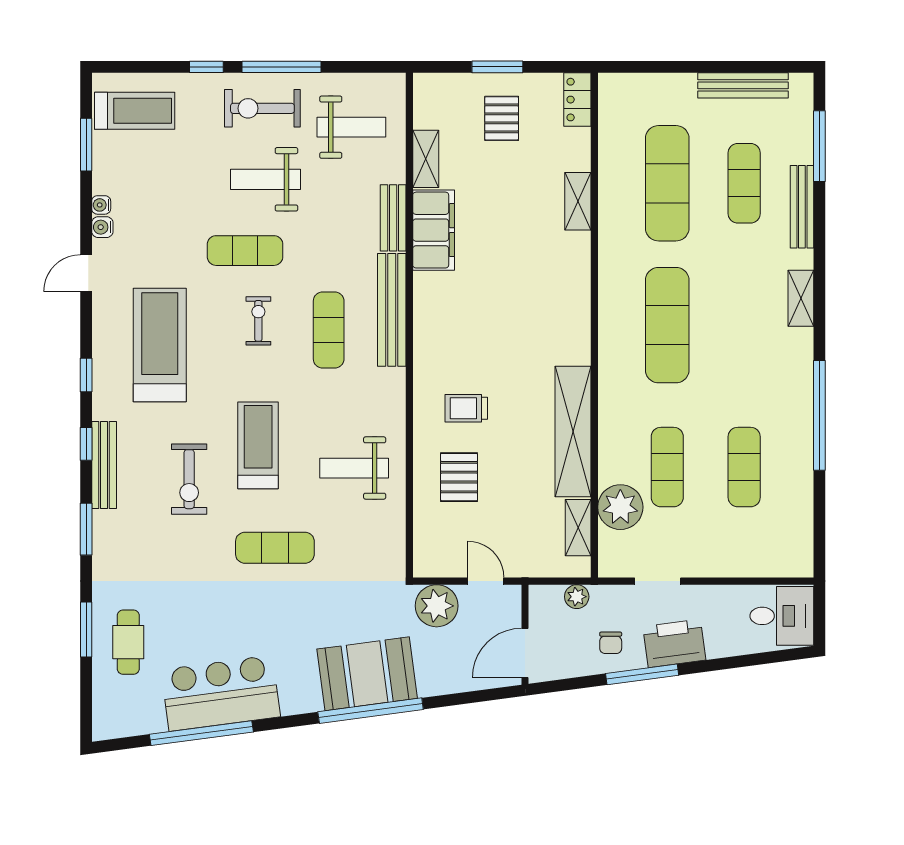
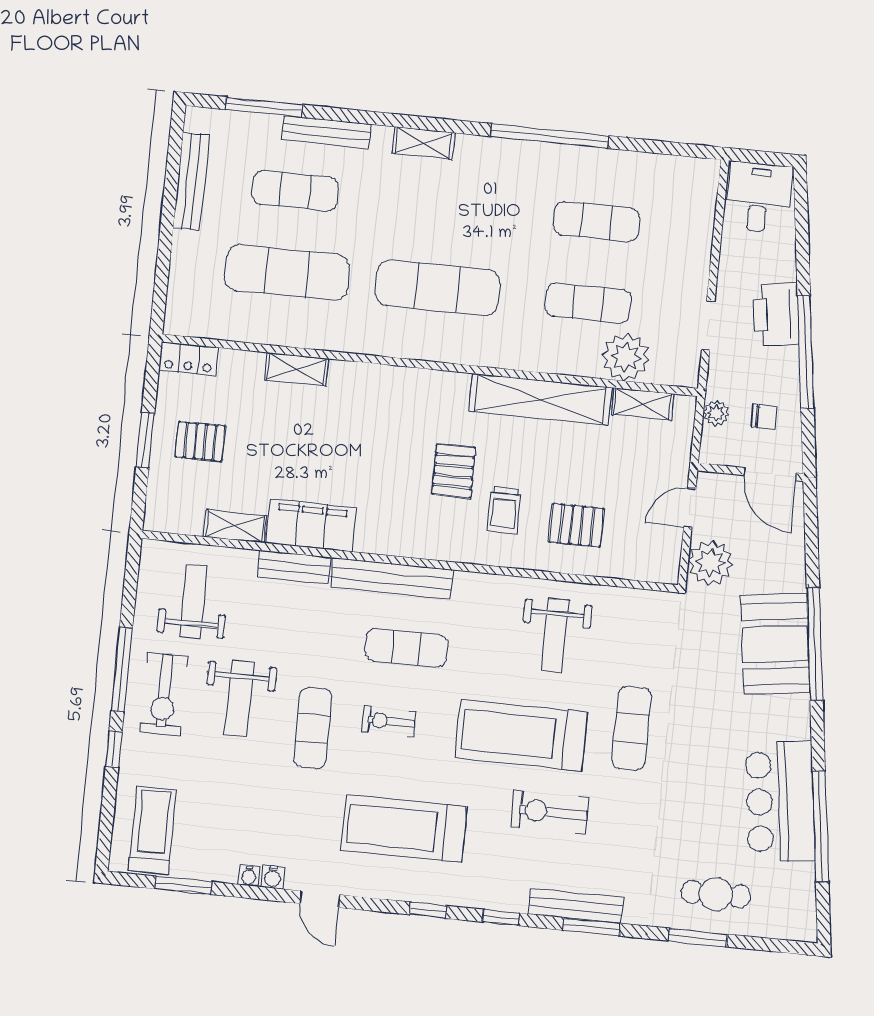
pallet: (498, 357) -> (454, 471), added
treadmill: (258, 445) -> (521, 735), width x1.37, depth x1.38
bench: (104, 465) -> (576, 906), moved
exercise bike: (189, 479) -> (550, 812), turned 180
chair: (611, 643) -> (764, 416), moved
window: (642, 674) -> (806, 352), width x1.46

